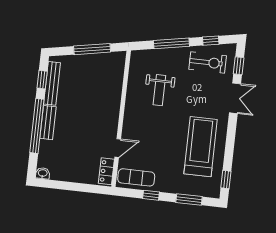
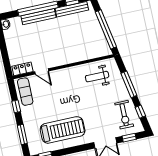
window: (92, 49) -> (106, 29), width x1.46
weight bench: (159, 90) -> (97, 77), moved
bench: (48, 123) -> (39, 17), width x1.36

